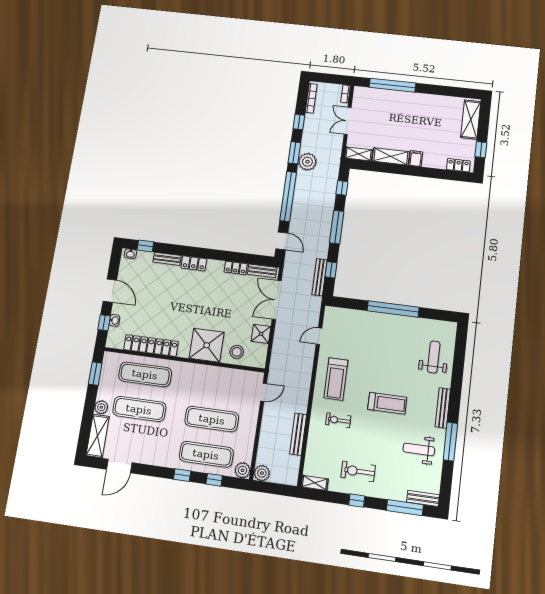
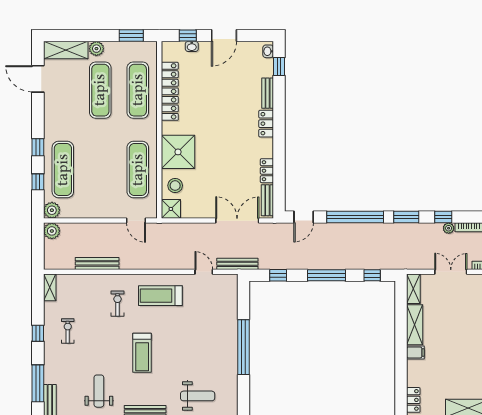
plant: (307, 162) -> (449, 228), moved, width x0.53, depth x0.53
bench: (320, 277) -> (237, 264), moved
shower: (261, 334) -> (171, 209), moved
exercise mat: (212, 419) -> (138, 170), moved
exercise bike: (358, 471) -> (68, 331), width x0.73, depth x0.72

